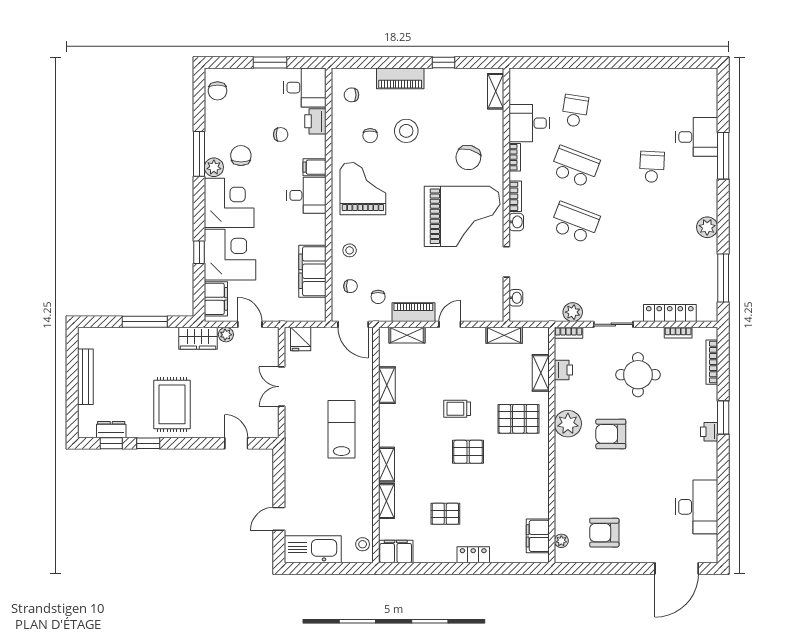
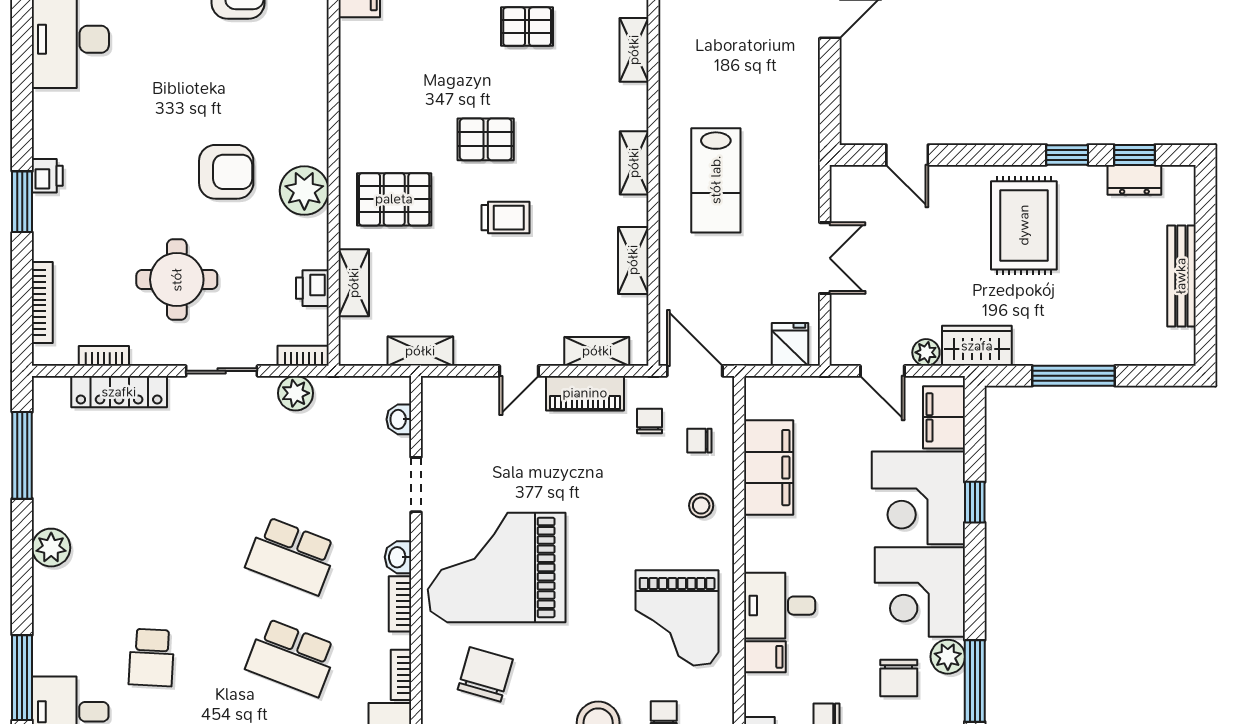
shelving: (386, 465) -> (634, 163), moved

